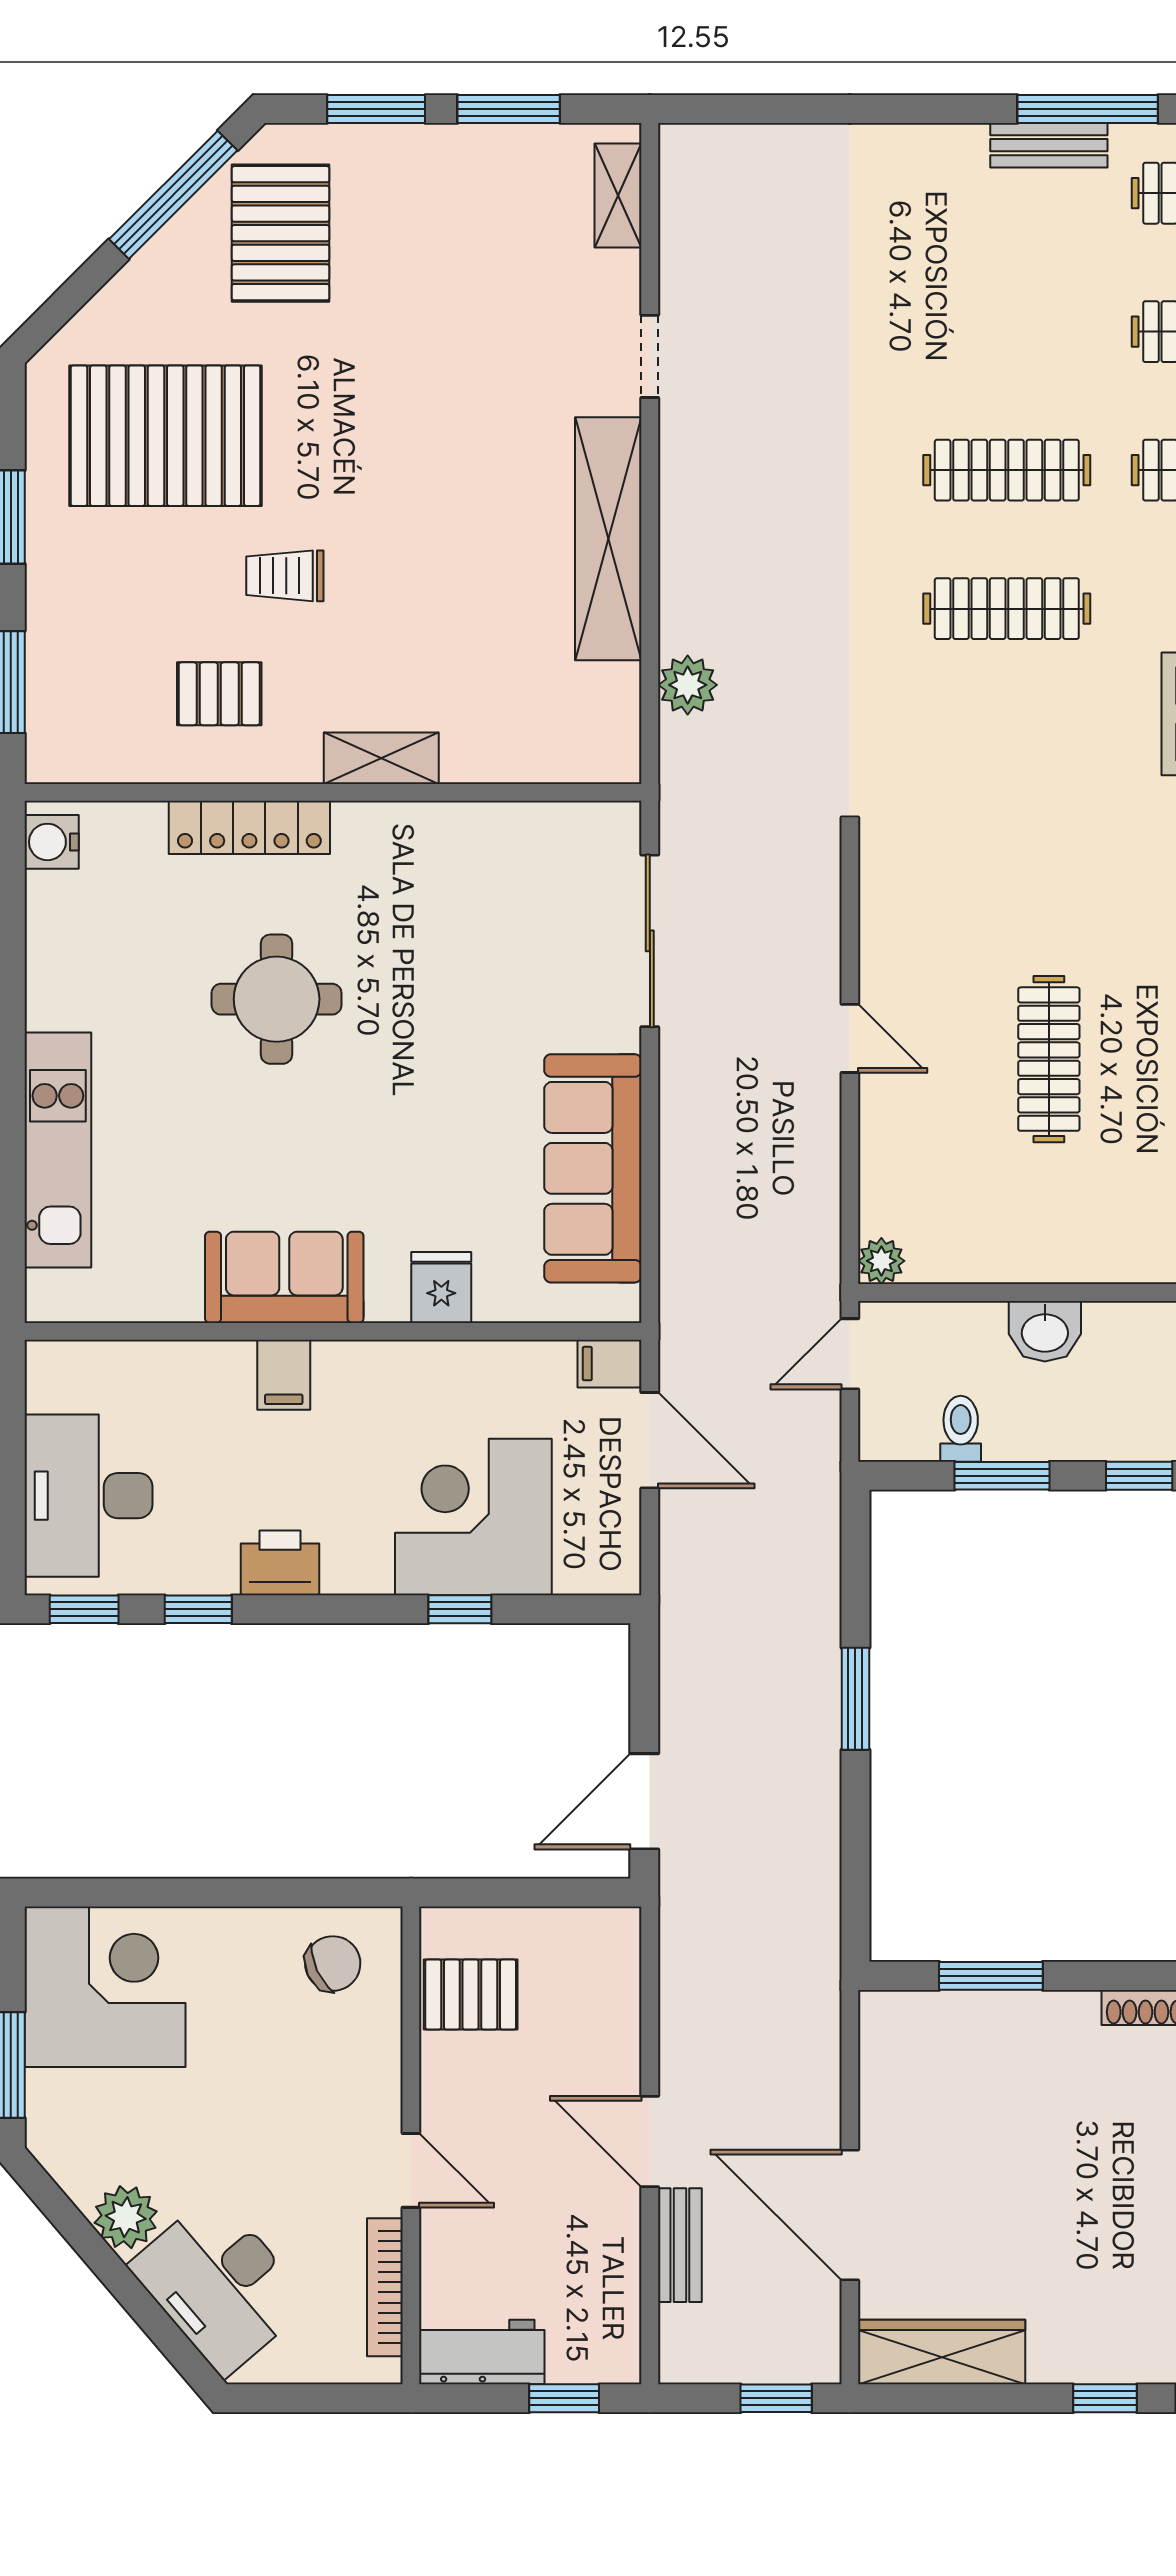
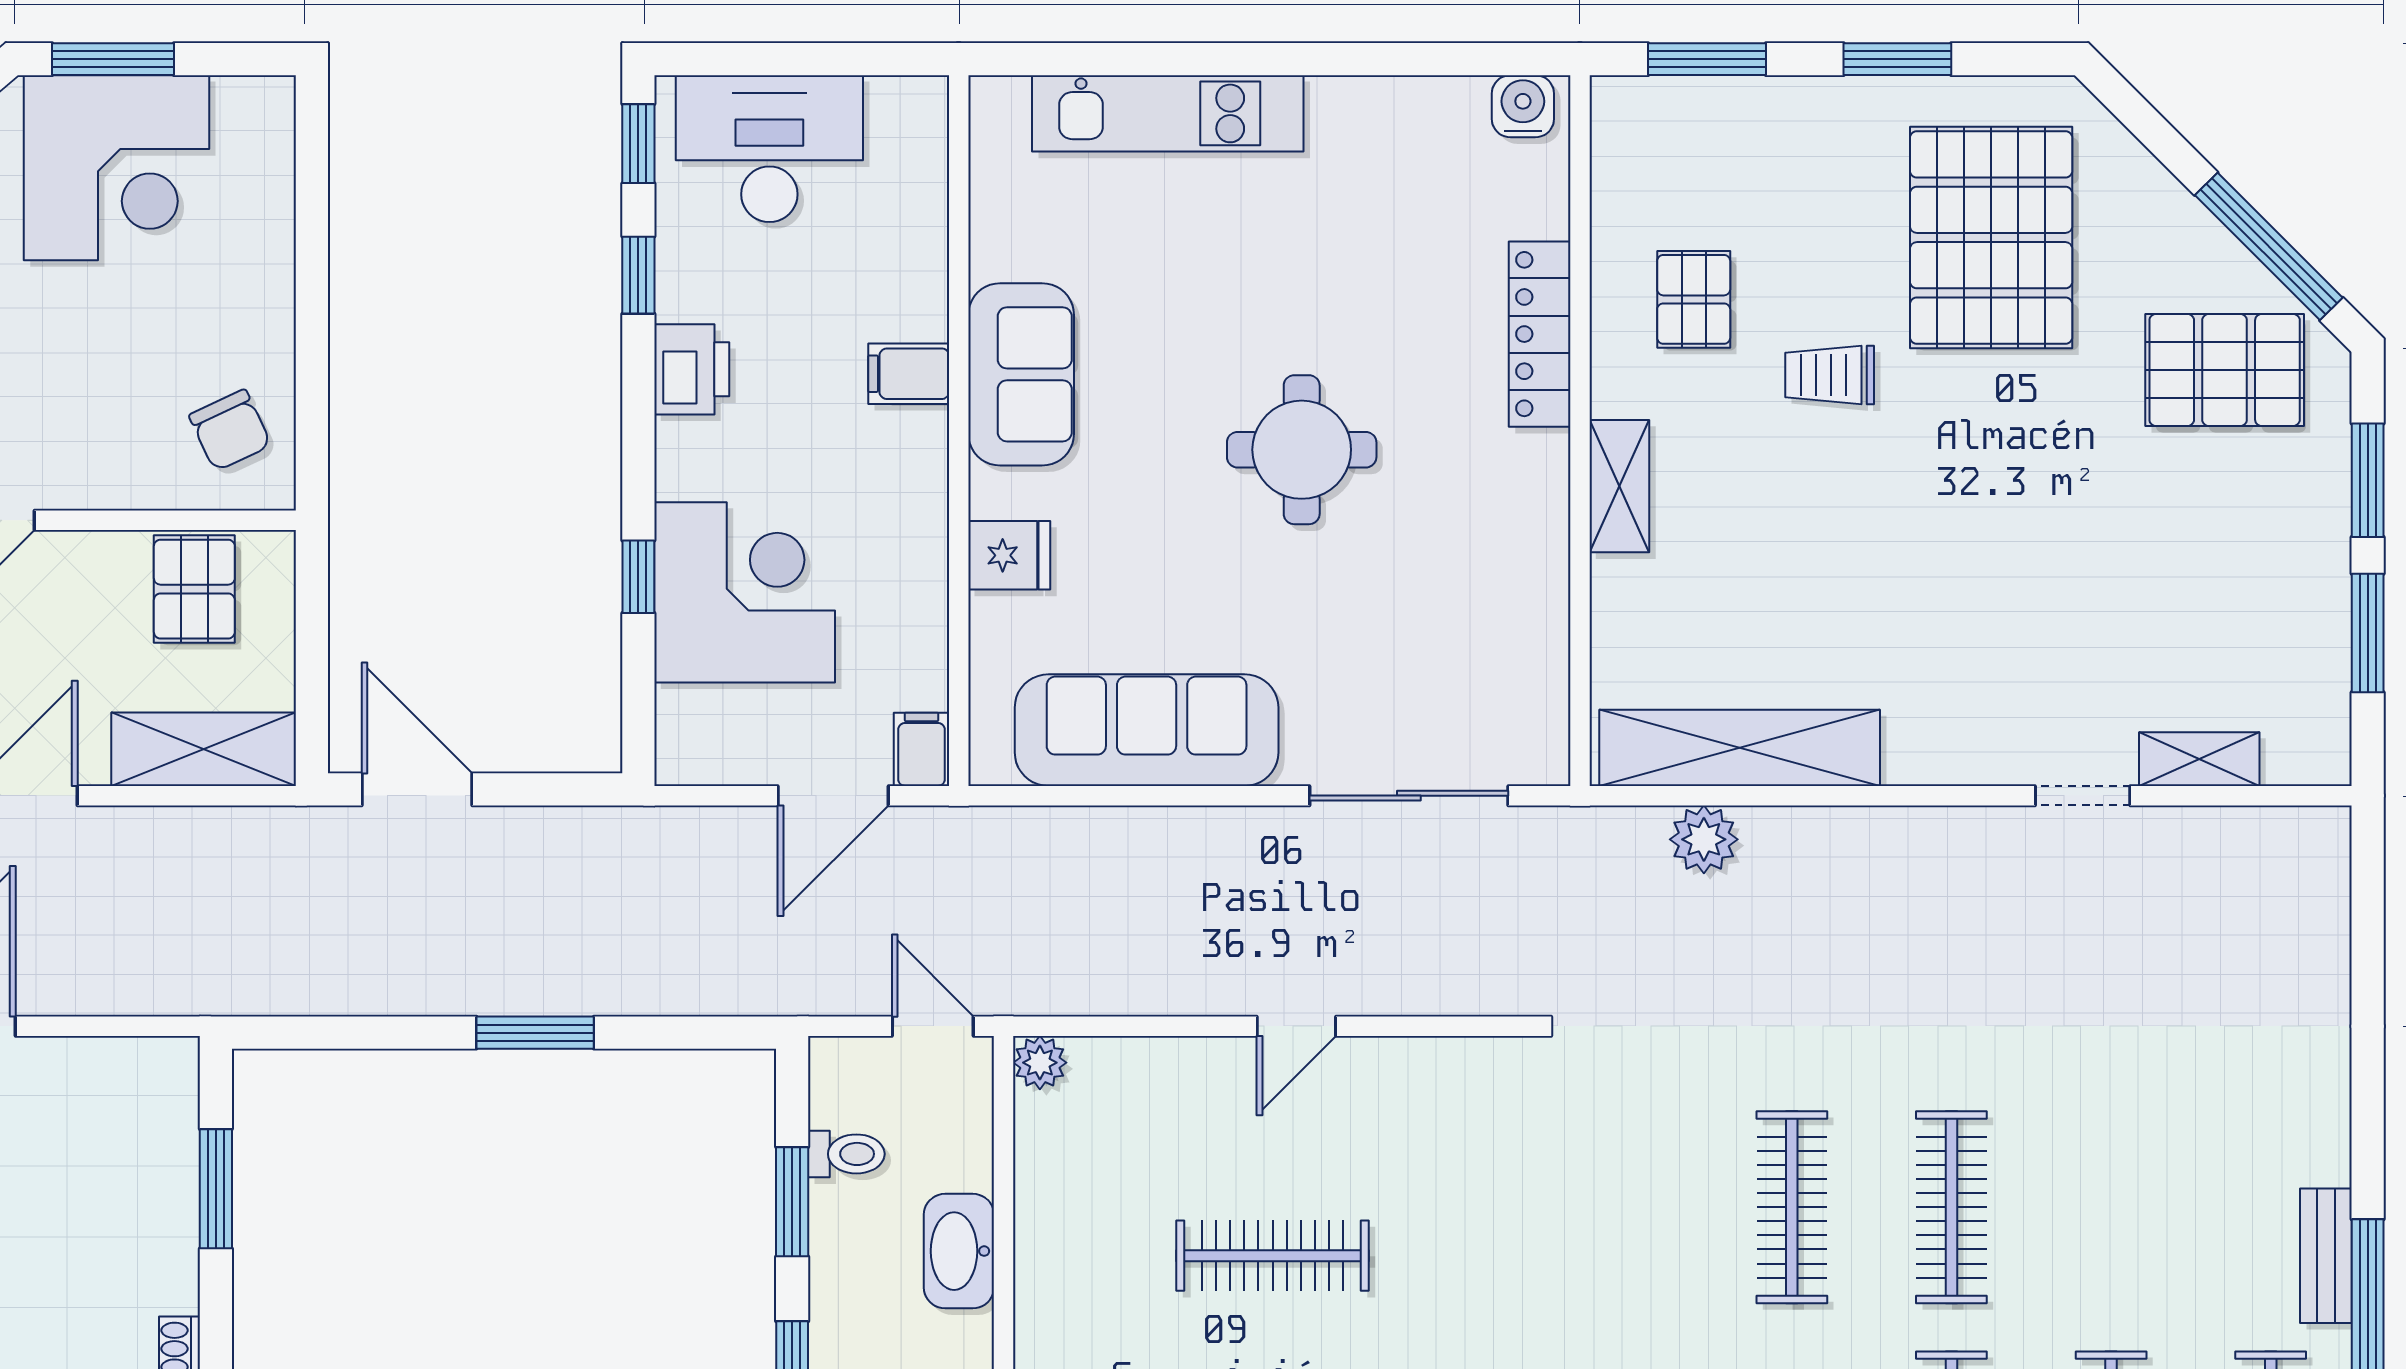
shelving: (618, 196) -> (2199, 759), moved
shelving: (608, 539) -> (1740, 748), moved
trolley: (285, 576) -> (1830, 375), turned -90
round table: (277, 999) -> (1302, 450), moved
washbasin: (1045, 1331) -> (959, 1251), width x1.38
shelving: (609, 1986) -> (204, 749), added
corner desk: (105, 1987) -> (116, 168), moved

